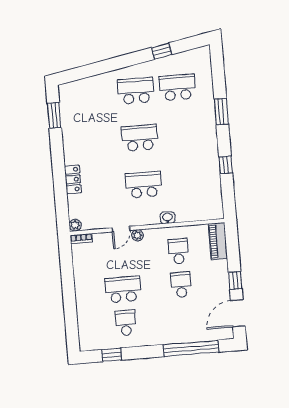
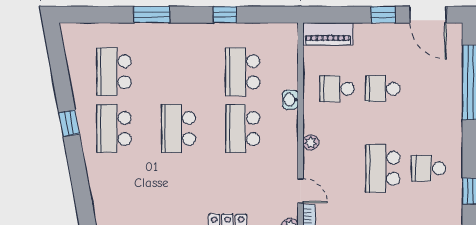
window: (162, 51) -> (69, 123), moved
school desk: (185, 181) -> (243, 72), added
door: (121, 229) -> (301, 191), moved

